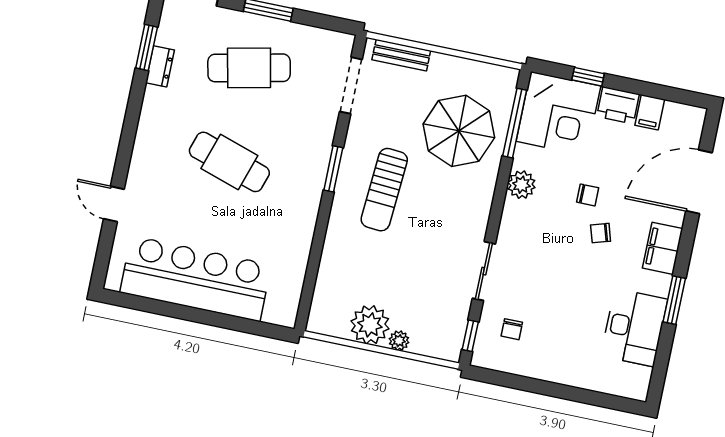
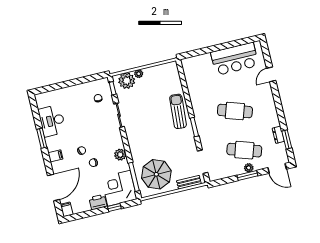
plant: (258, 25) -> (249, 168), added
cafe table: (249, 68) -> (244, 150), turned 30
filing cabinet: (650, 112) -> (67, 209), moved
parasol: (459, 131) -> (156, 174), moved
sun lounger: (384, 190) -> (178, 111), moved
door: (114, 204) -> (271, 74), swing flipped
filing cabinet: (663, 248) -> (55, 156), width x0.50
bar counter: (196, 279) -> (235, 59), width x0.73
plant: (370, 325) -> (127, 81), moved

